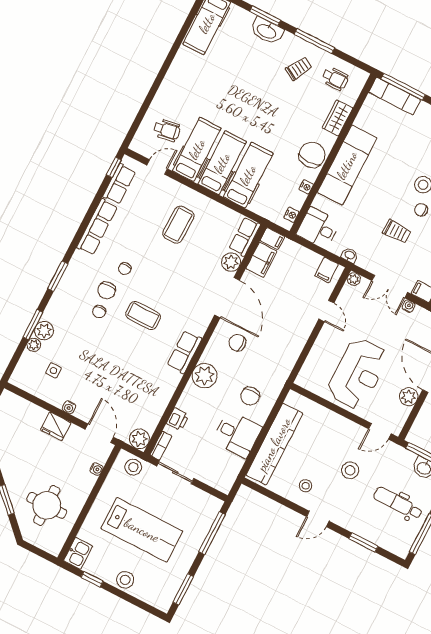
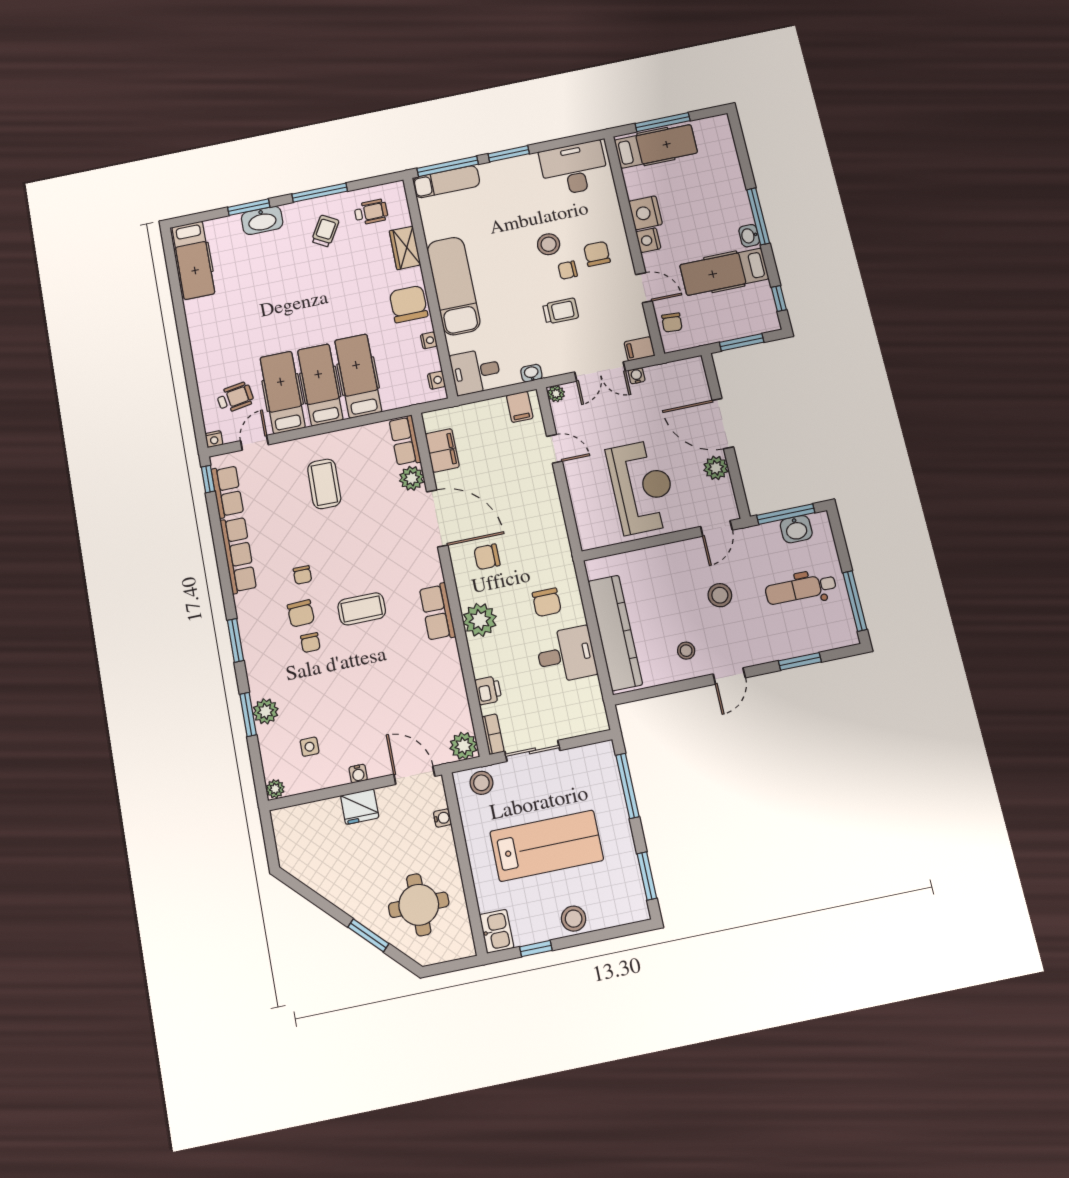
nightstand: (135, 146) -> (214, 439), added
filing cabinet: (272, 239) -> (436, 420), removed
plant: (34, 345) -> (275, 789), moved

